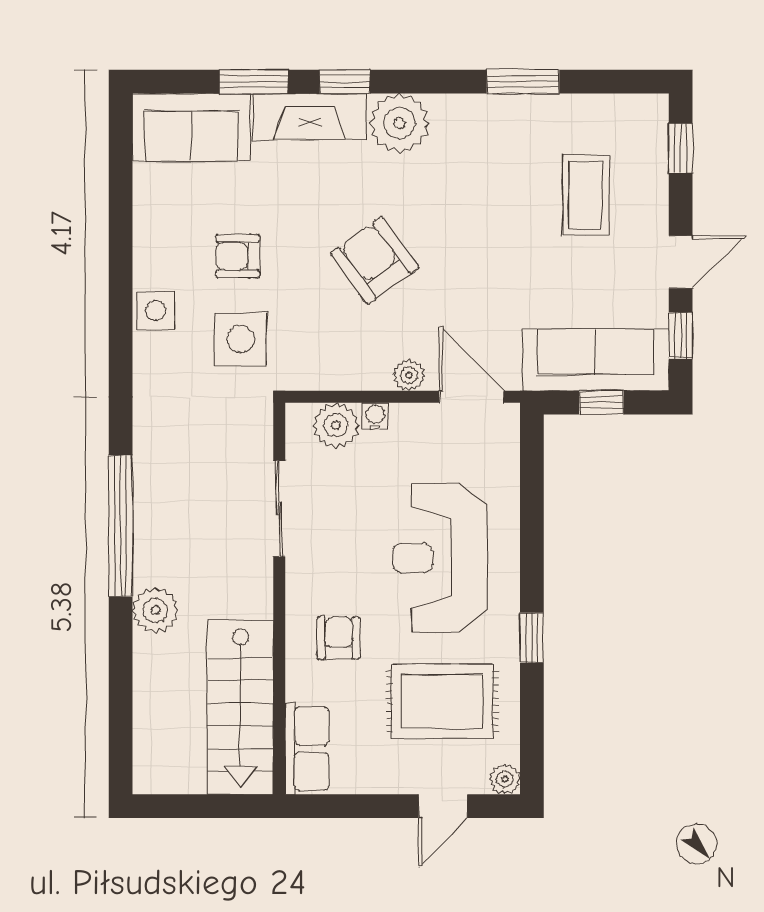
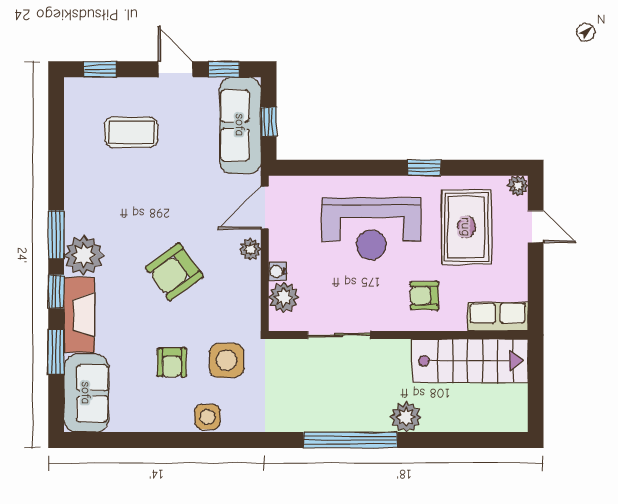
window: (523, 82) -> (56, 235), moved

